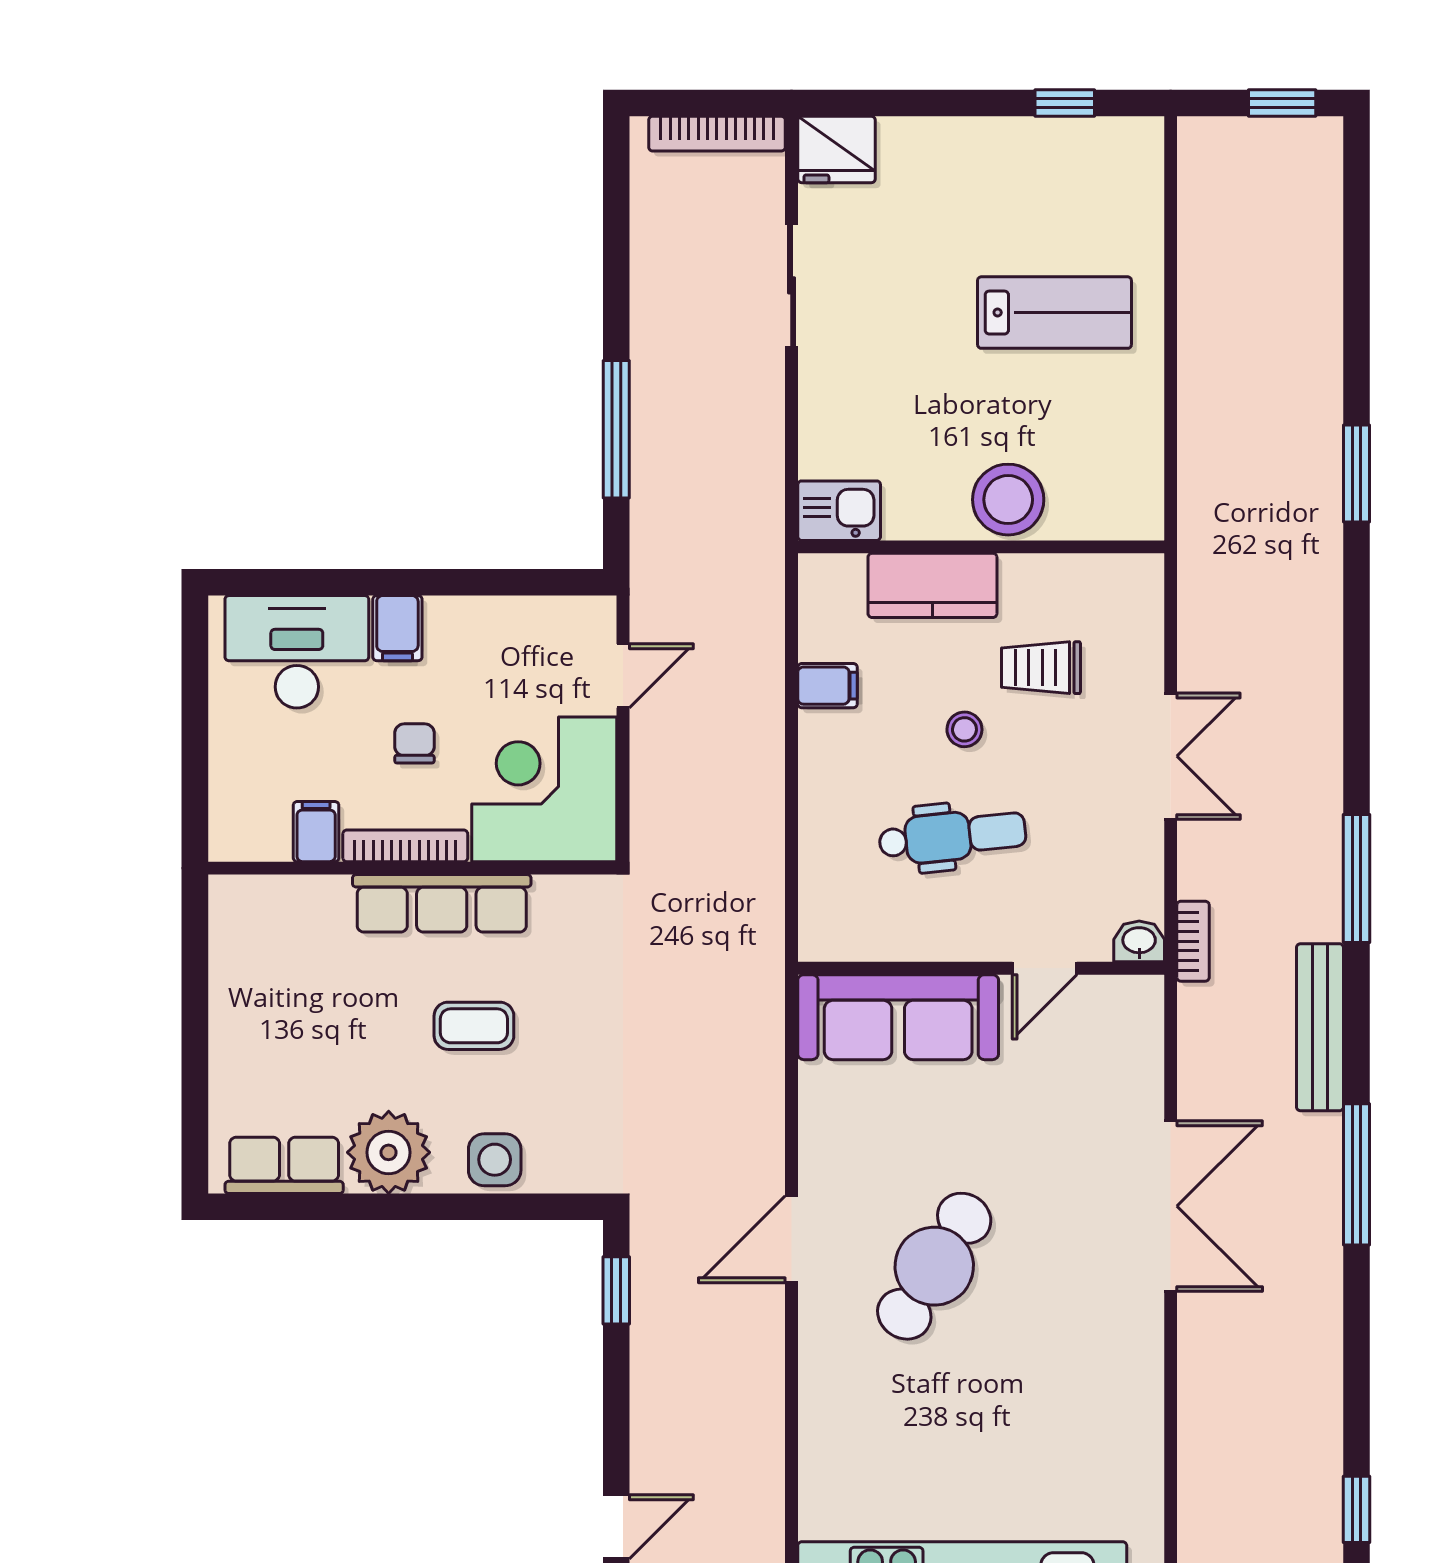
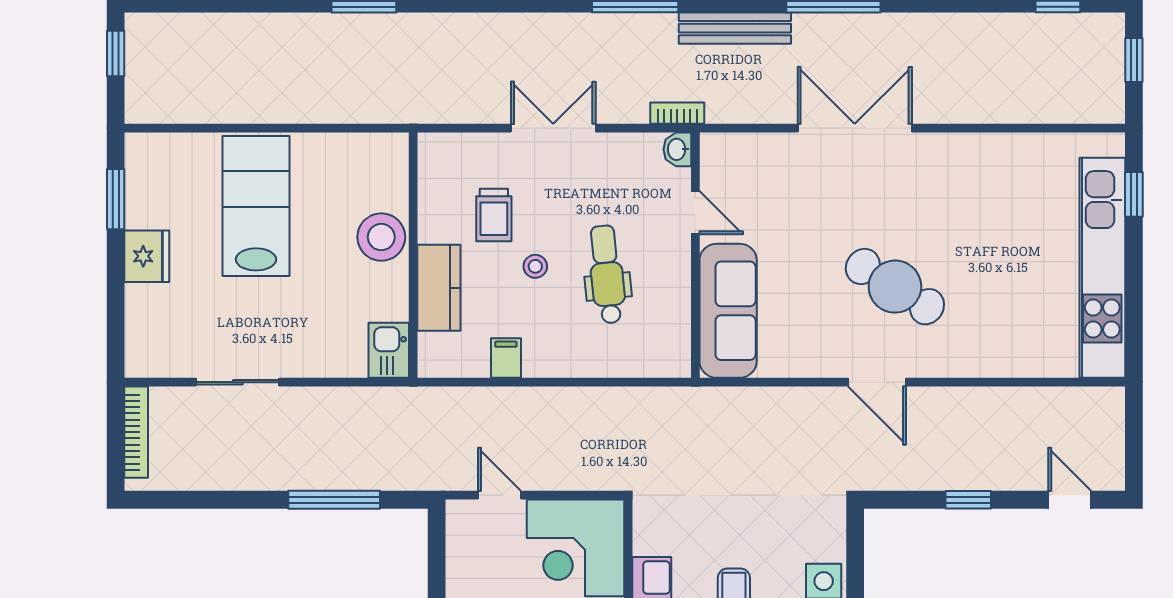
window: (1065, 103) -> (116, 199), width x1.50
fridge: (837, 149) -> (147, 256), moved
lab bench: (1054, 313) -> (256, 206), width x1.36, depth x1.39
window: (616, 1290) -> (968, 500), moved

